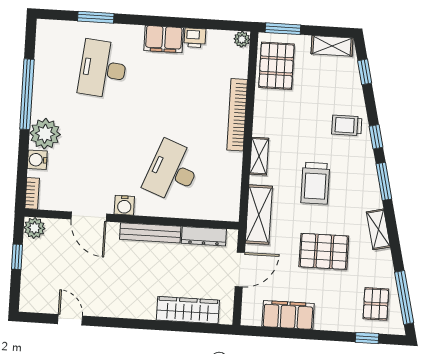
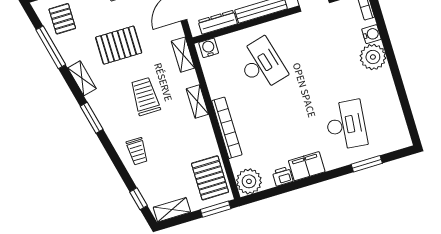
plant: (242, 39) -> (249, 181), width x1.87, depth x1.87
window: (27, 94) -> (399, 83), removed
trolley: (347, 125) -> (137, 151), turned 90
window: (376, 137) -> (111, 151), removed
desk: (172, 171) -> (261, 64), turned -36
water cooler: (124, 205) -> (209, 48), moved
shelving: (259, 215) -> (183, 55), width x0.67, depth x0.75
window: (404, 297) -> (51, 47), moved

